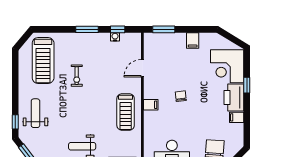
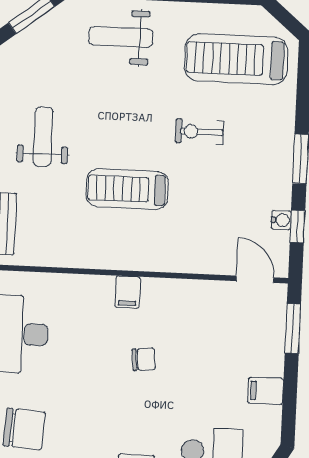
door: (142, 68) -> (255, 279), moved
treadmill: (126, 112) -> (127, 189), moved
weight bench: (35, 113) -> (121, 37), turned 180

